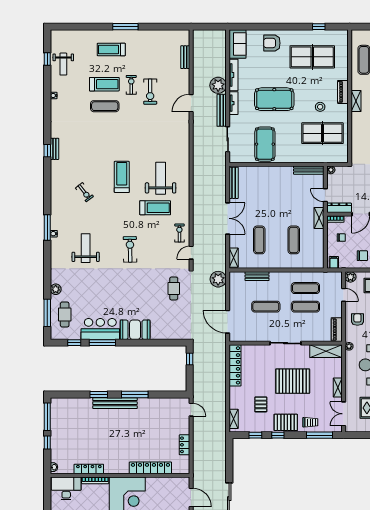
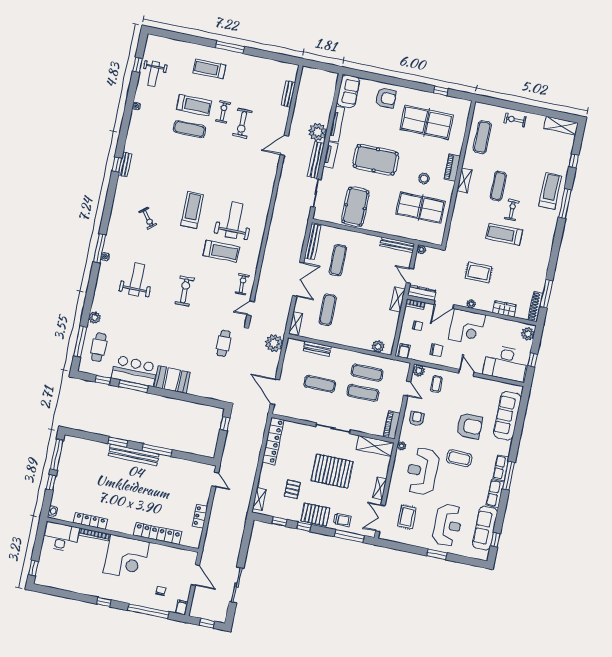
armchair: (272, 43) -> (386, 98), turned 180
exercise mat: (294, 240) -> (338, 260), moved
plant: (310, 263) -> (378, 346), added

